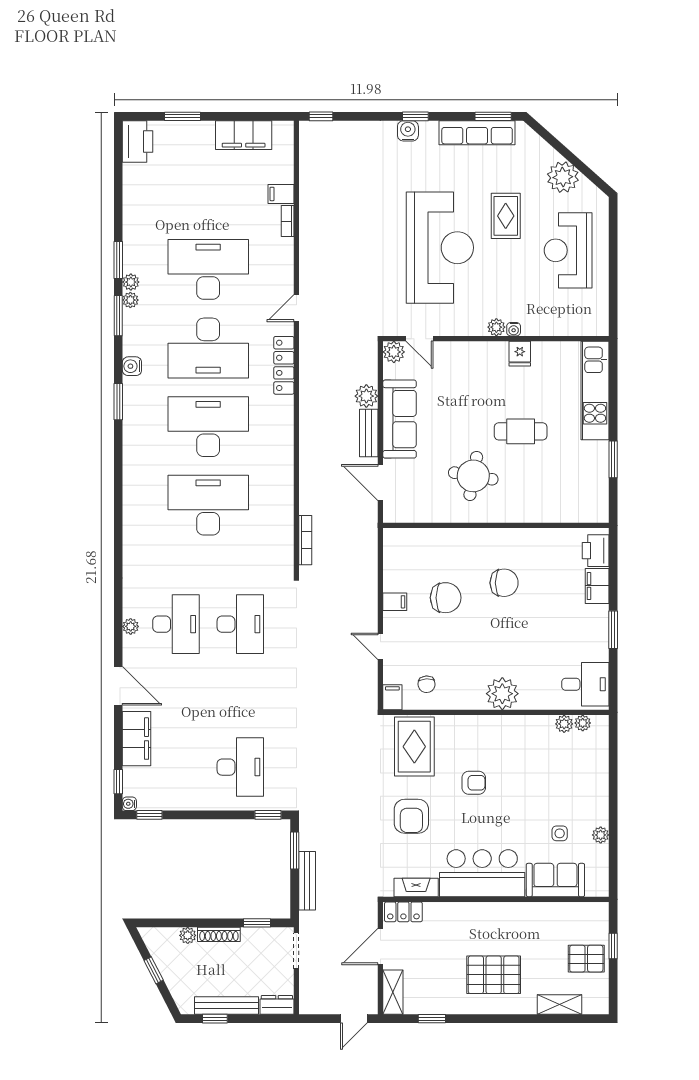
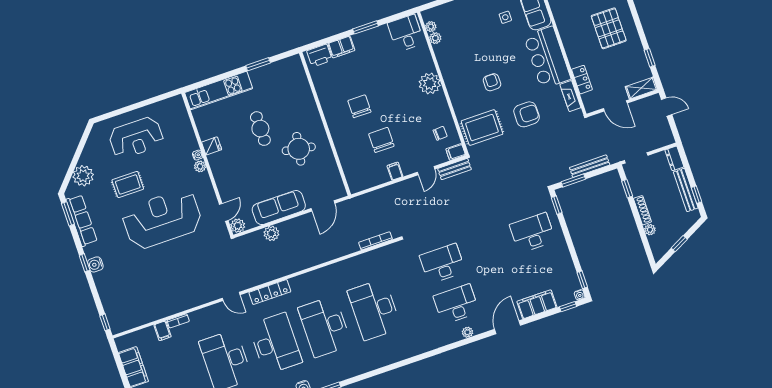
plant: (563, 177) -> (83, 176), moved
bench: (369, 433) -> (454, 169), moved
locker: (403, 912) -> (582, 80), moved

